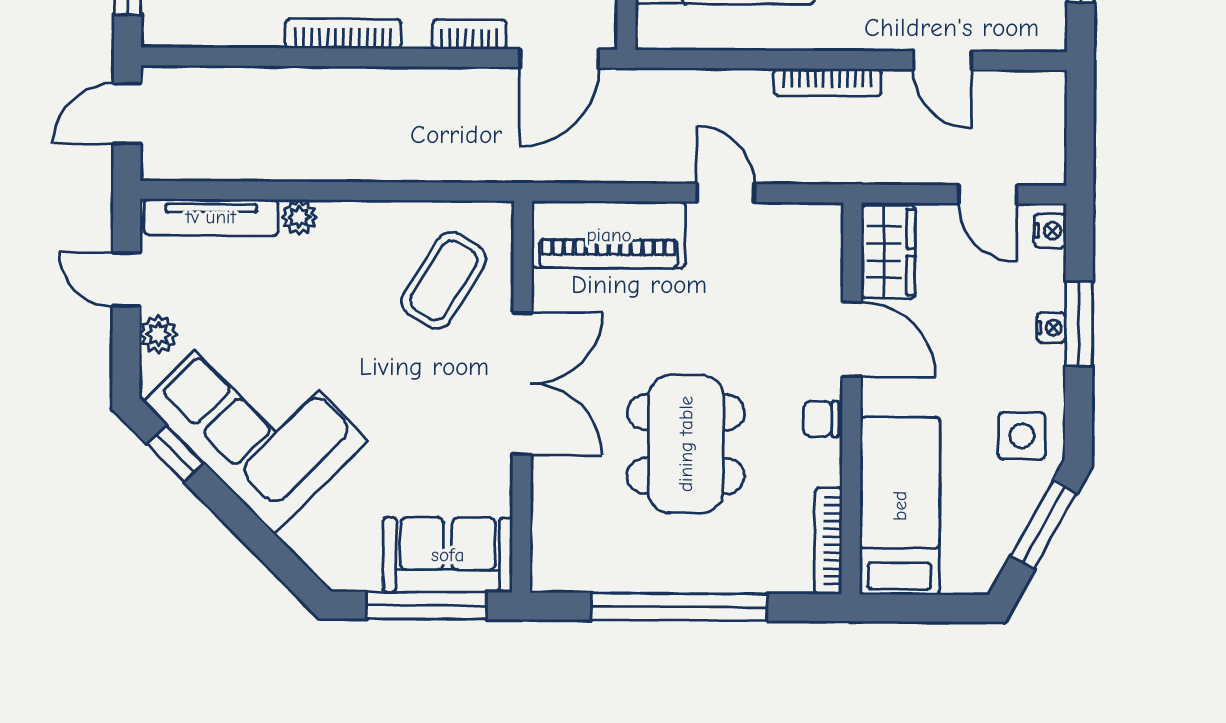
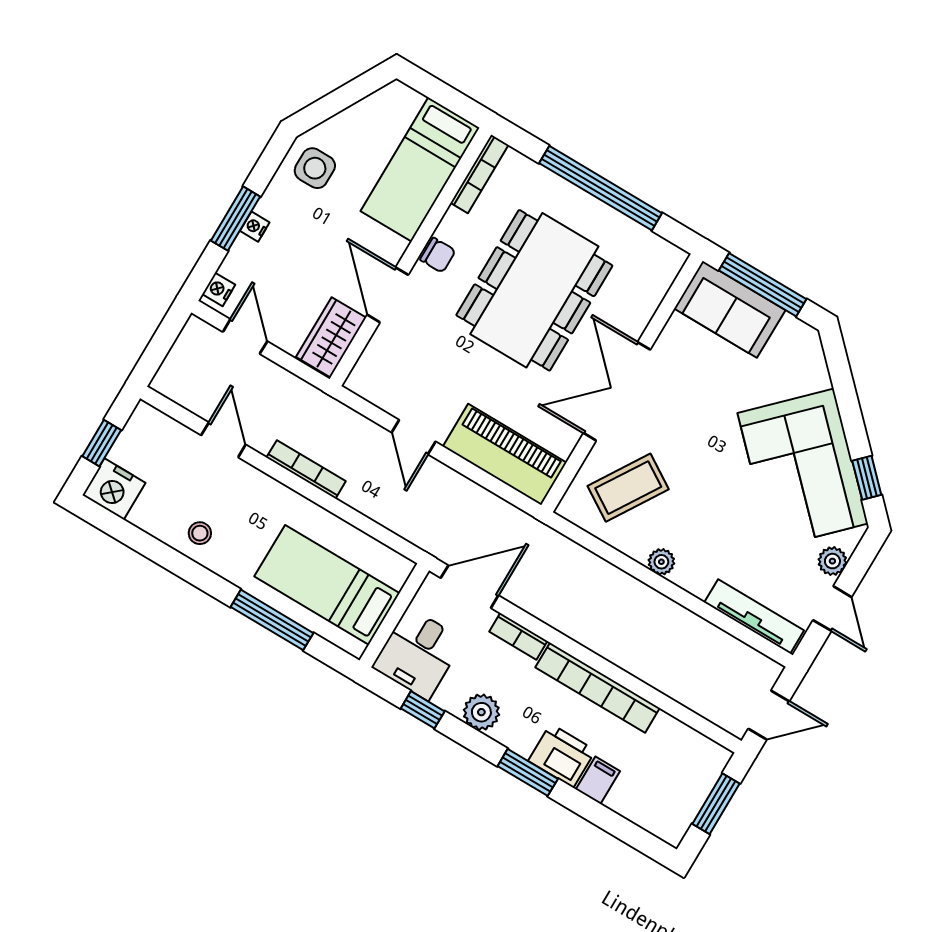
bookcase: (343, 34) -> (598, 688), width x1.48, depth x1.31
plant: (299, 217) -> (661, 562), moved
dining table: (686, 444) -> (534, 290), width x1.36, depth x1.24
window: (1044, 525) -> (335, 103), removed

